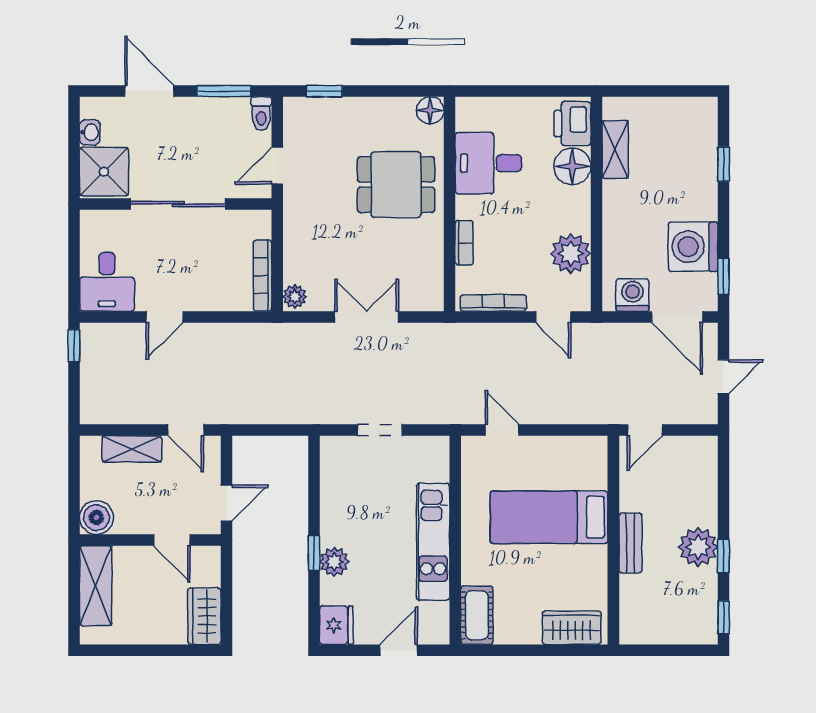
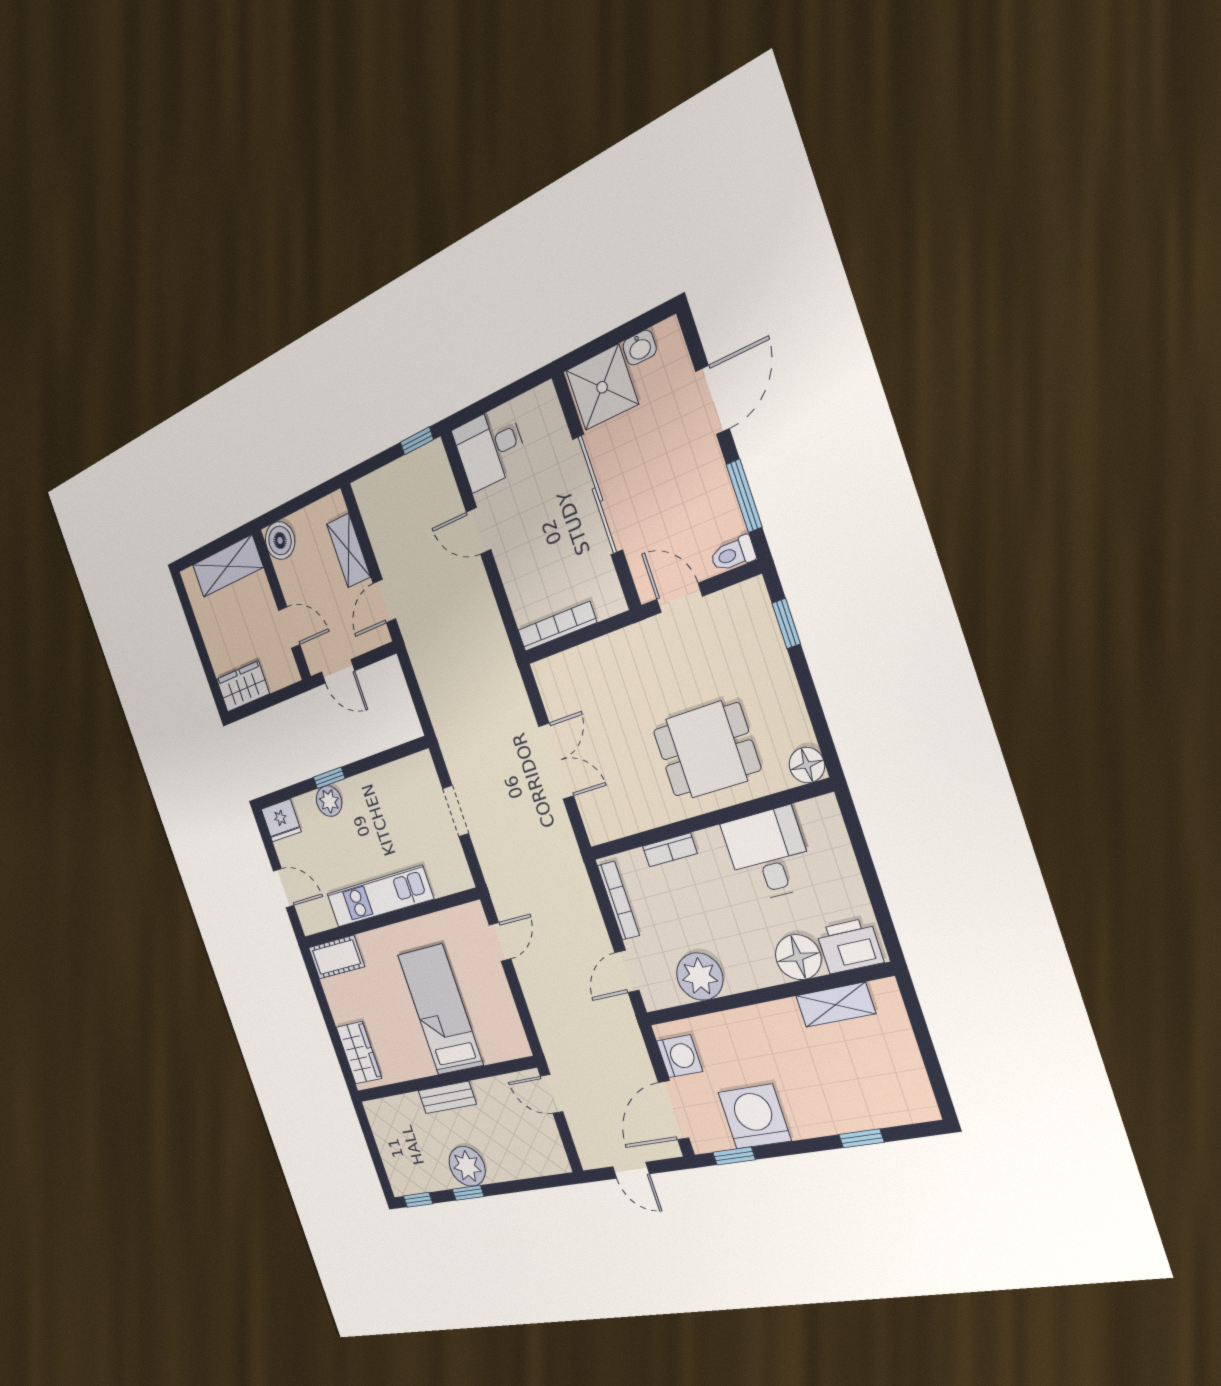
dining table: (396, 185) -> (706, 750), turned 90
plant: (295, 297) -> (549, 672), removed
door: (172, 540) -> (289, 627), swing flipped

